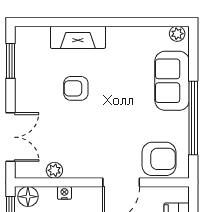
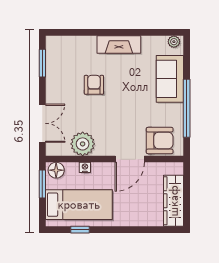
fireplace: (78, 37) -> (119, 44), moved
armchair: (76, 88) -> (94, 85), turned 90
plant: (54, 170) -> (83, 144), width x1.88, depth x1.88

